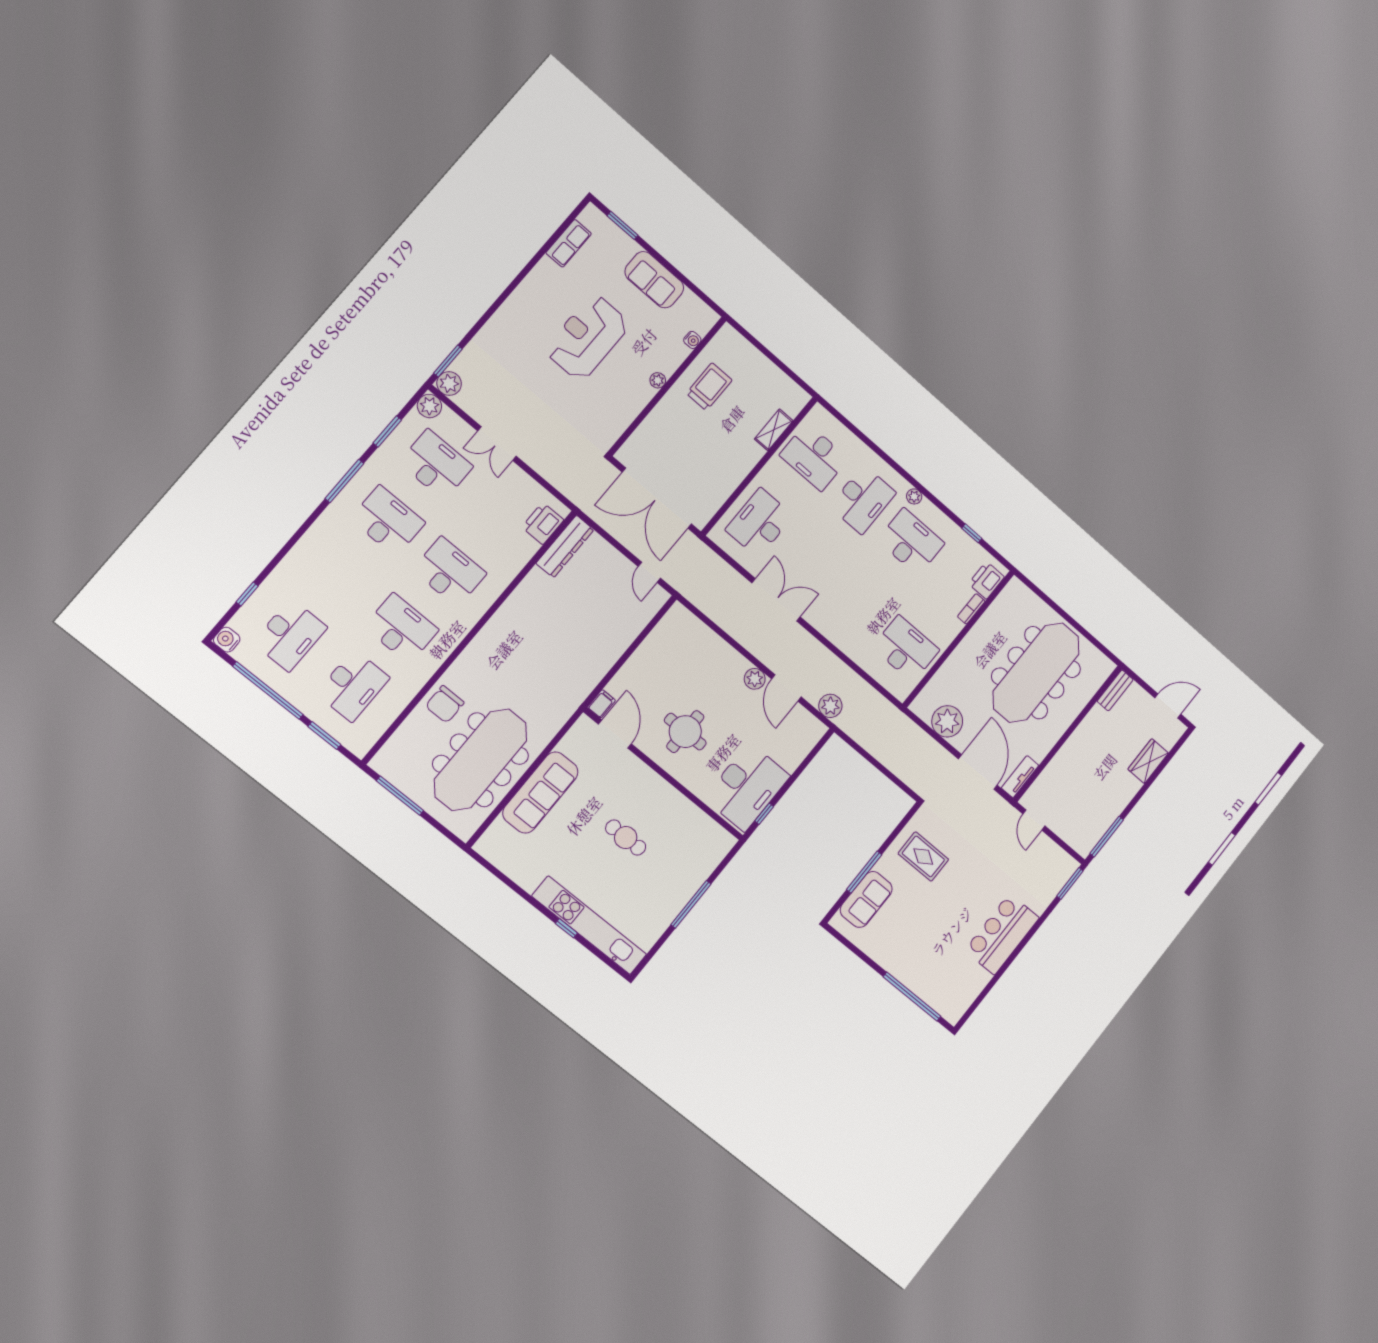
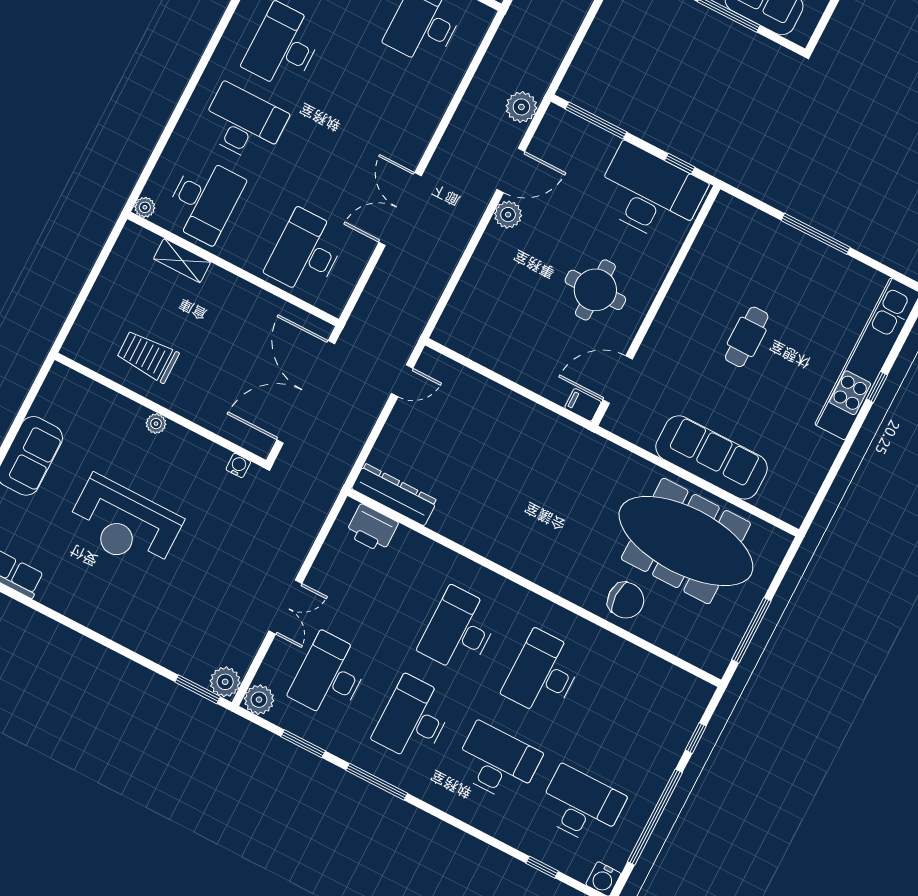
water cooler: (692, 340) -> (238, 465), moved
plant: (914, 496) -> (145, 207), moved
double door: (657, 498) -> (306, 392), swing flipped
desk: (759, 523) -> (306, 253), turned 90
desk: (353, 686) -> (497, 762), moved
window: (324, 735) -> (696, 738), width x0.67
window: (809, 759) -> (596, 120), added

